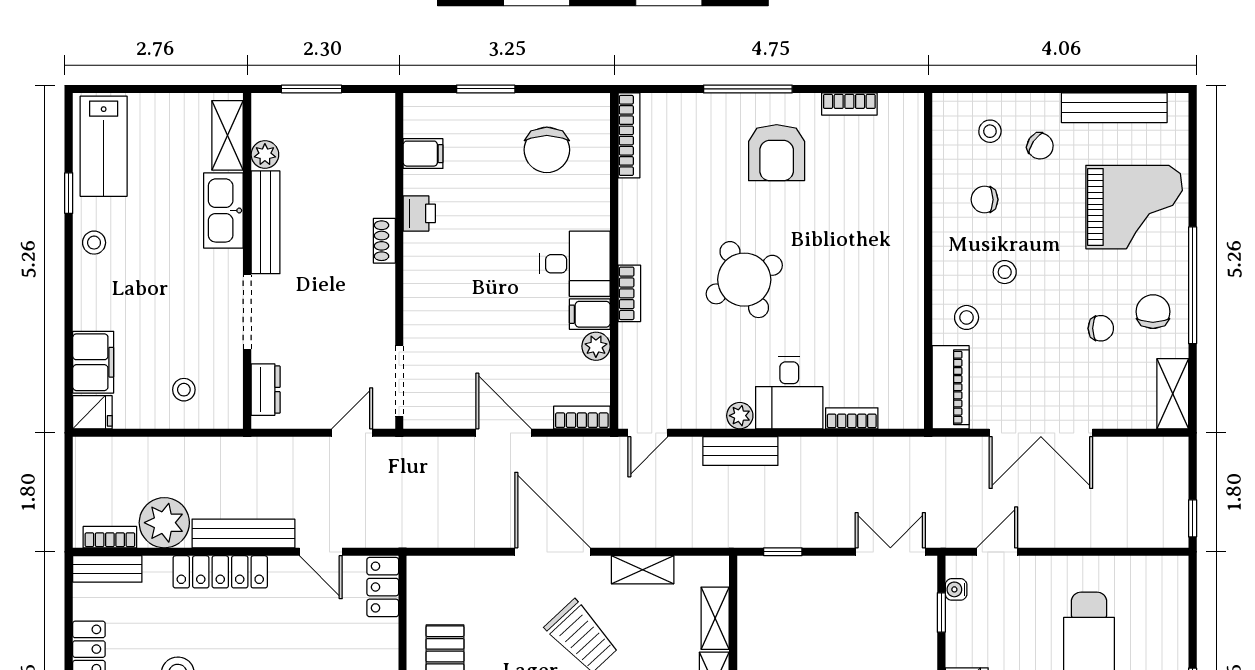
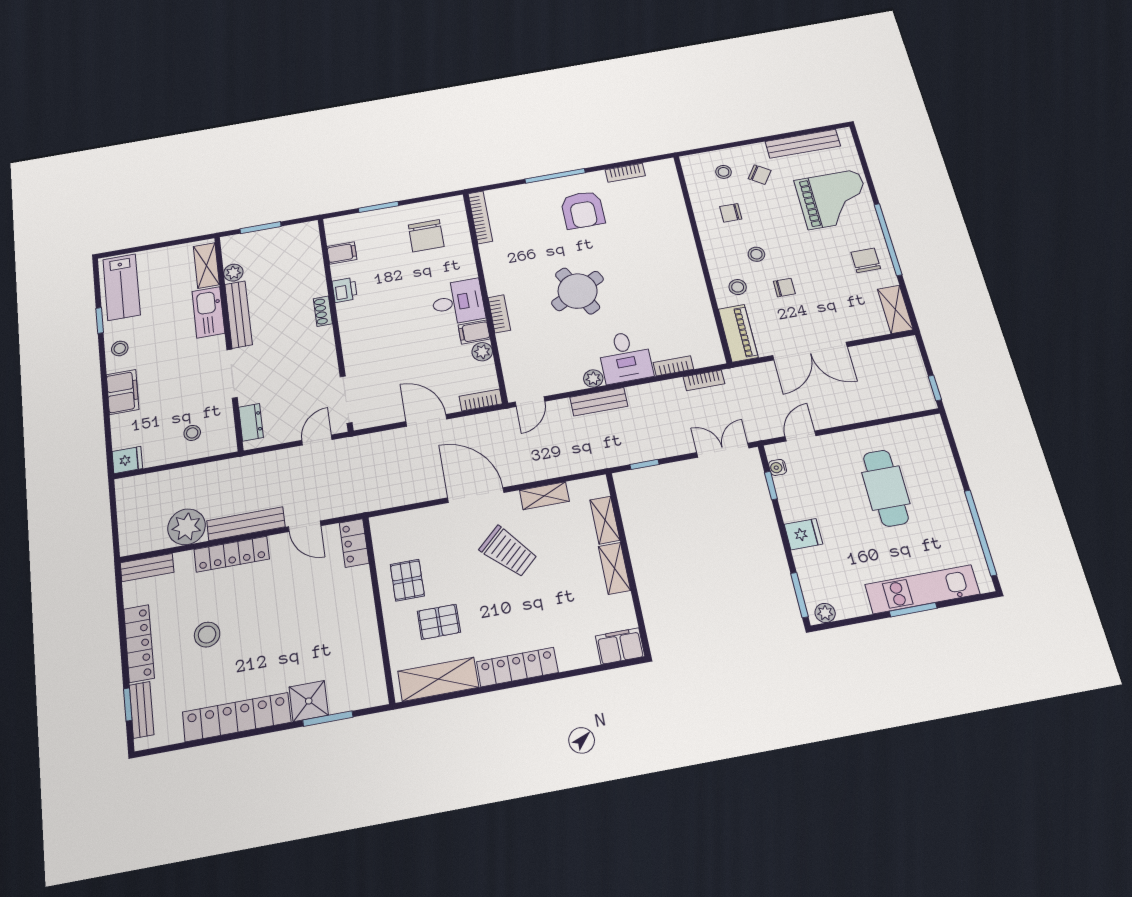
chair: (1101, 328) -> (784, 288), moved
filing cabinet: (93, 362) -> (123, 392), moved
bookcase: (110, 537) -> (704, 380), moved, turned 180

